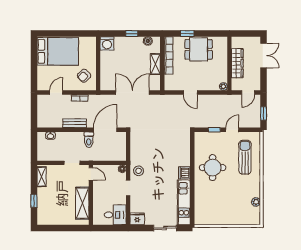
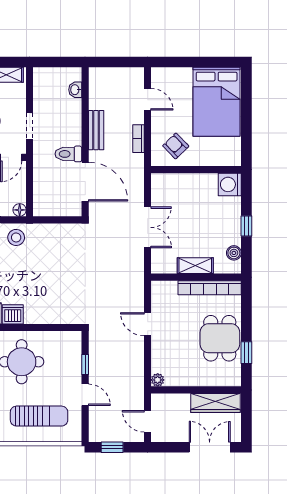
window: (187, 34) -> (246, 353), moved
double door: (264, 55) -> (210, 447), swing flipped
wardrobe: (237, 63) -> (216, 403), moved
double door: (133, 93) -> (148, 227), width x0.73
door: (190, 93) -> (148, 324), hinge flipped

